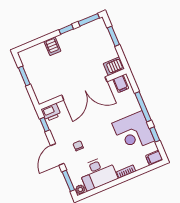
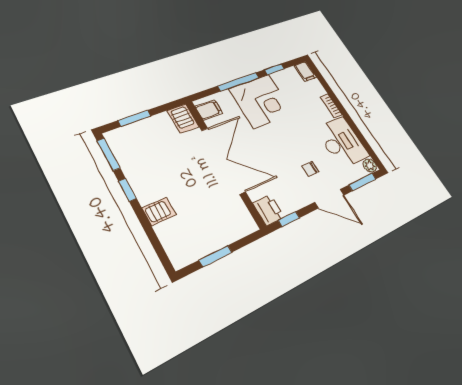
corner desk: (133, 132) -> (261, 101), moved

